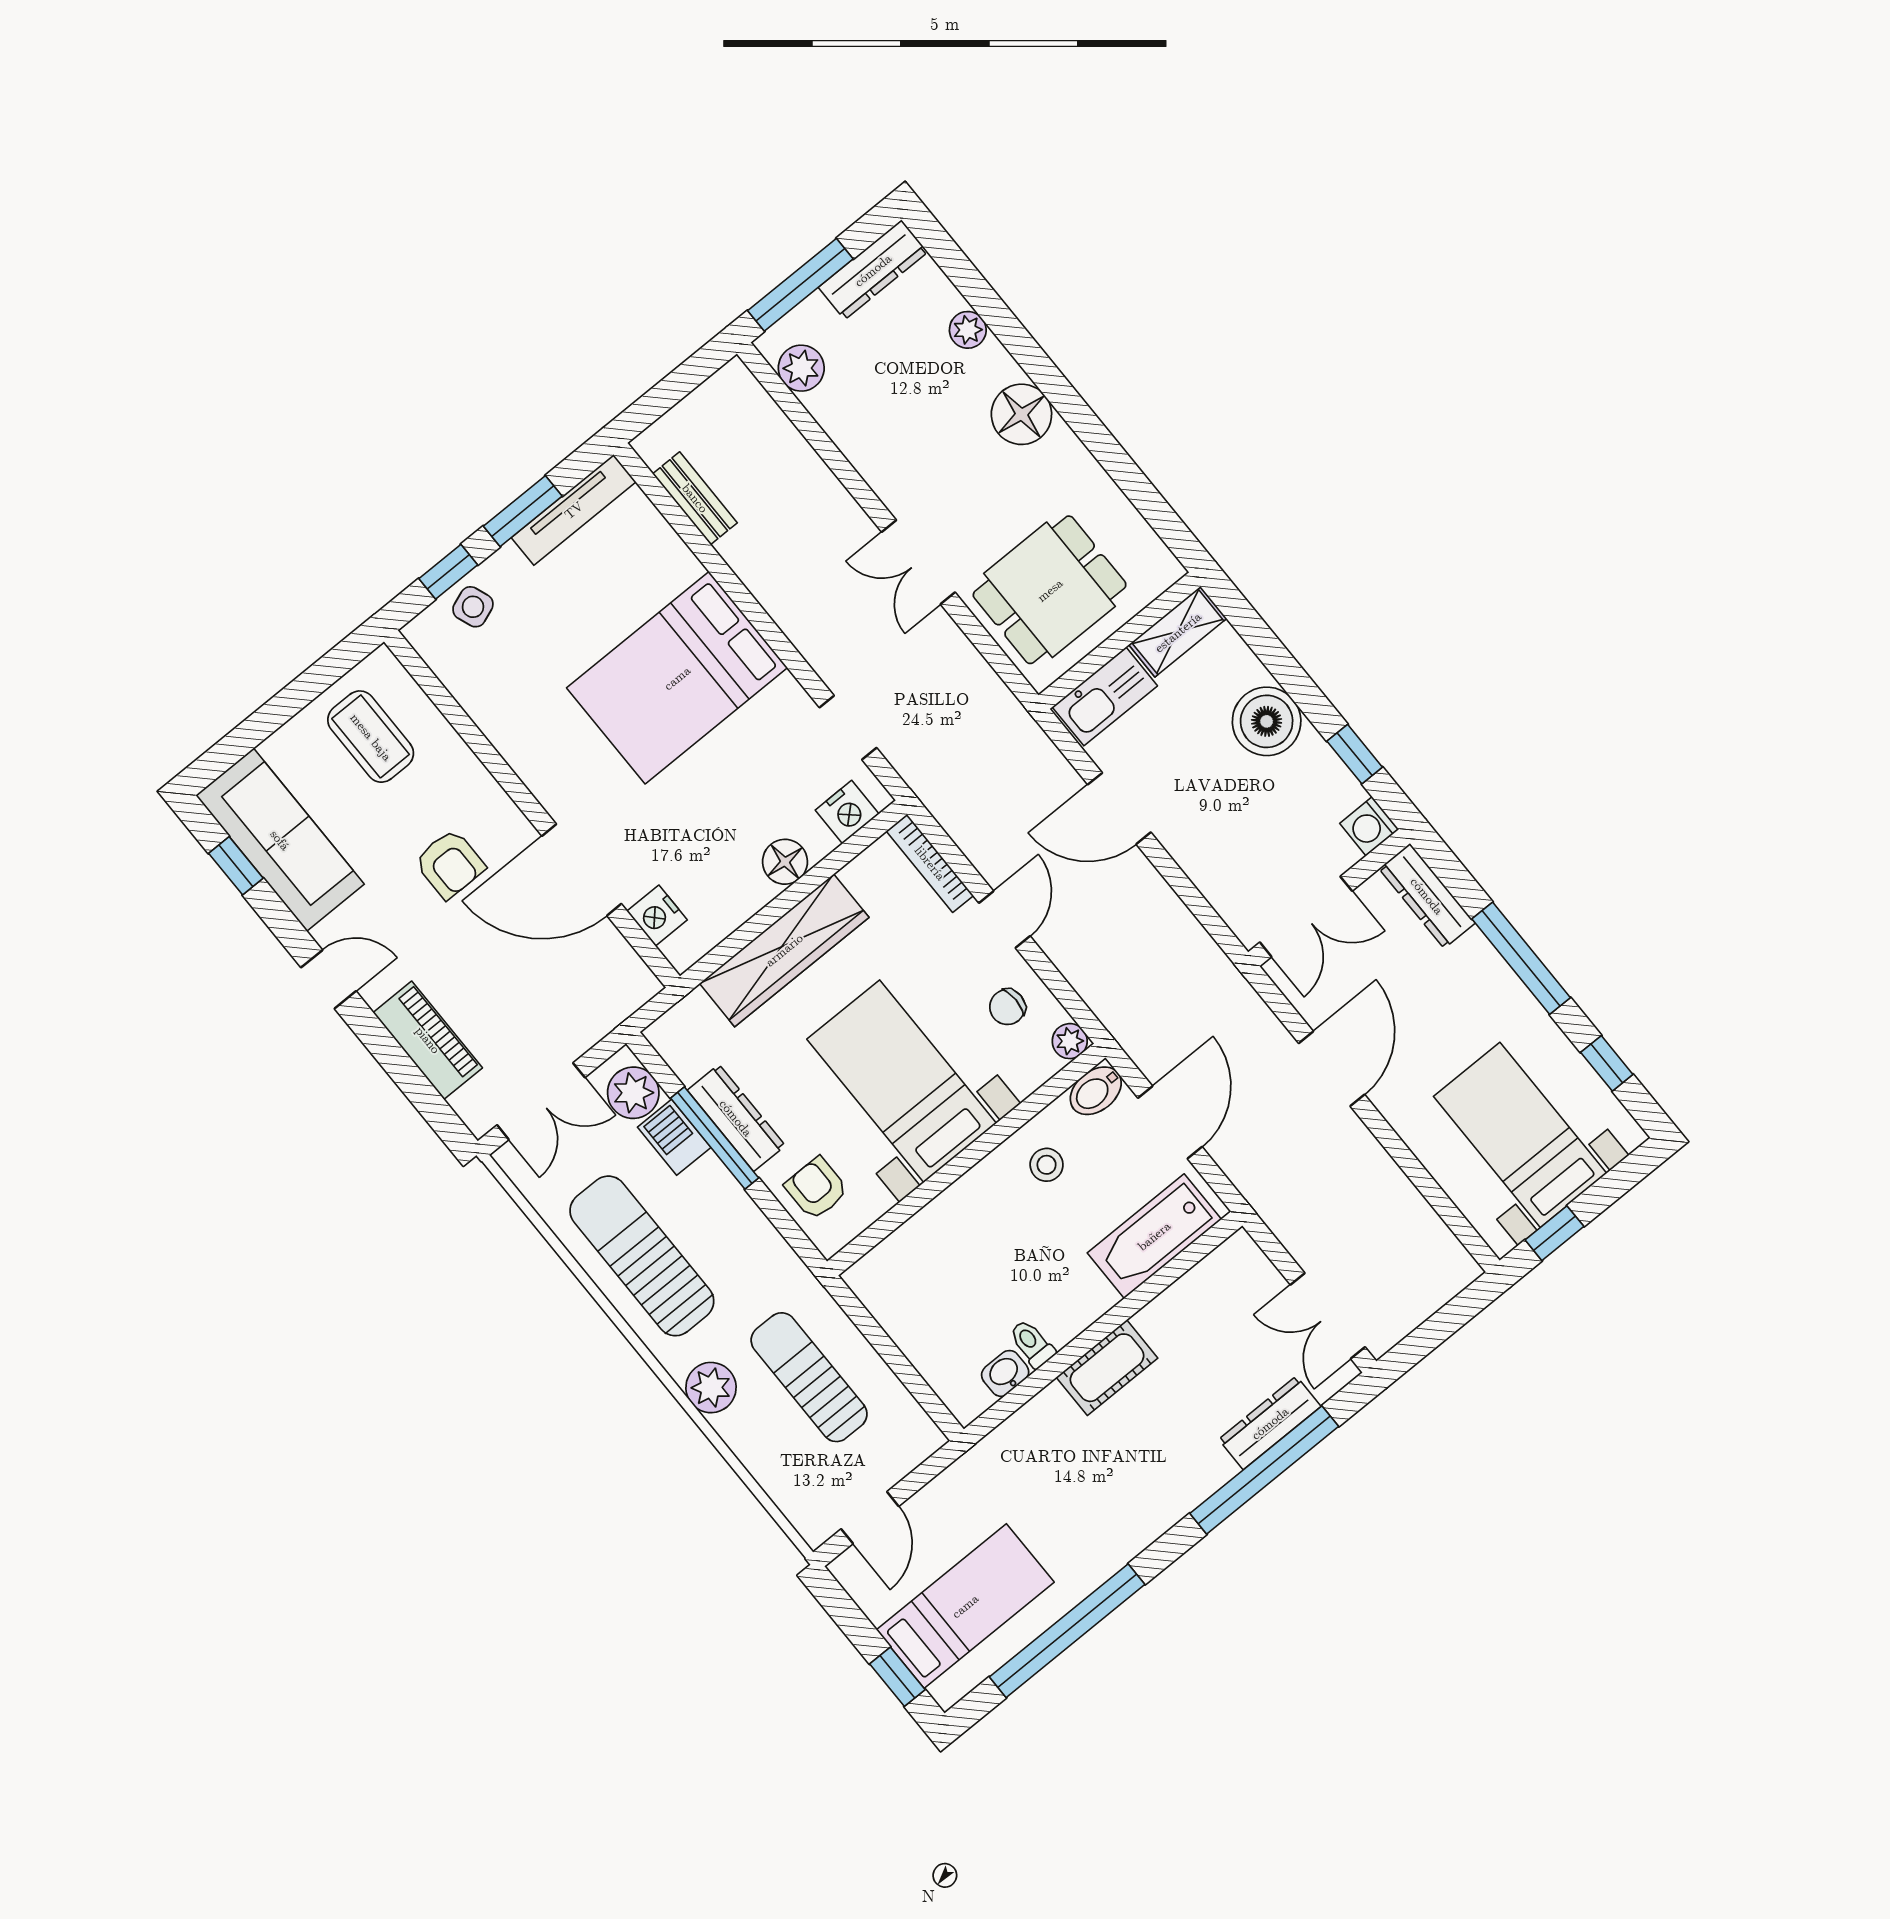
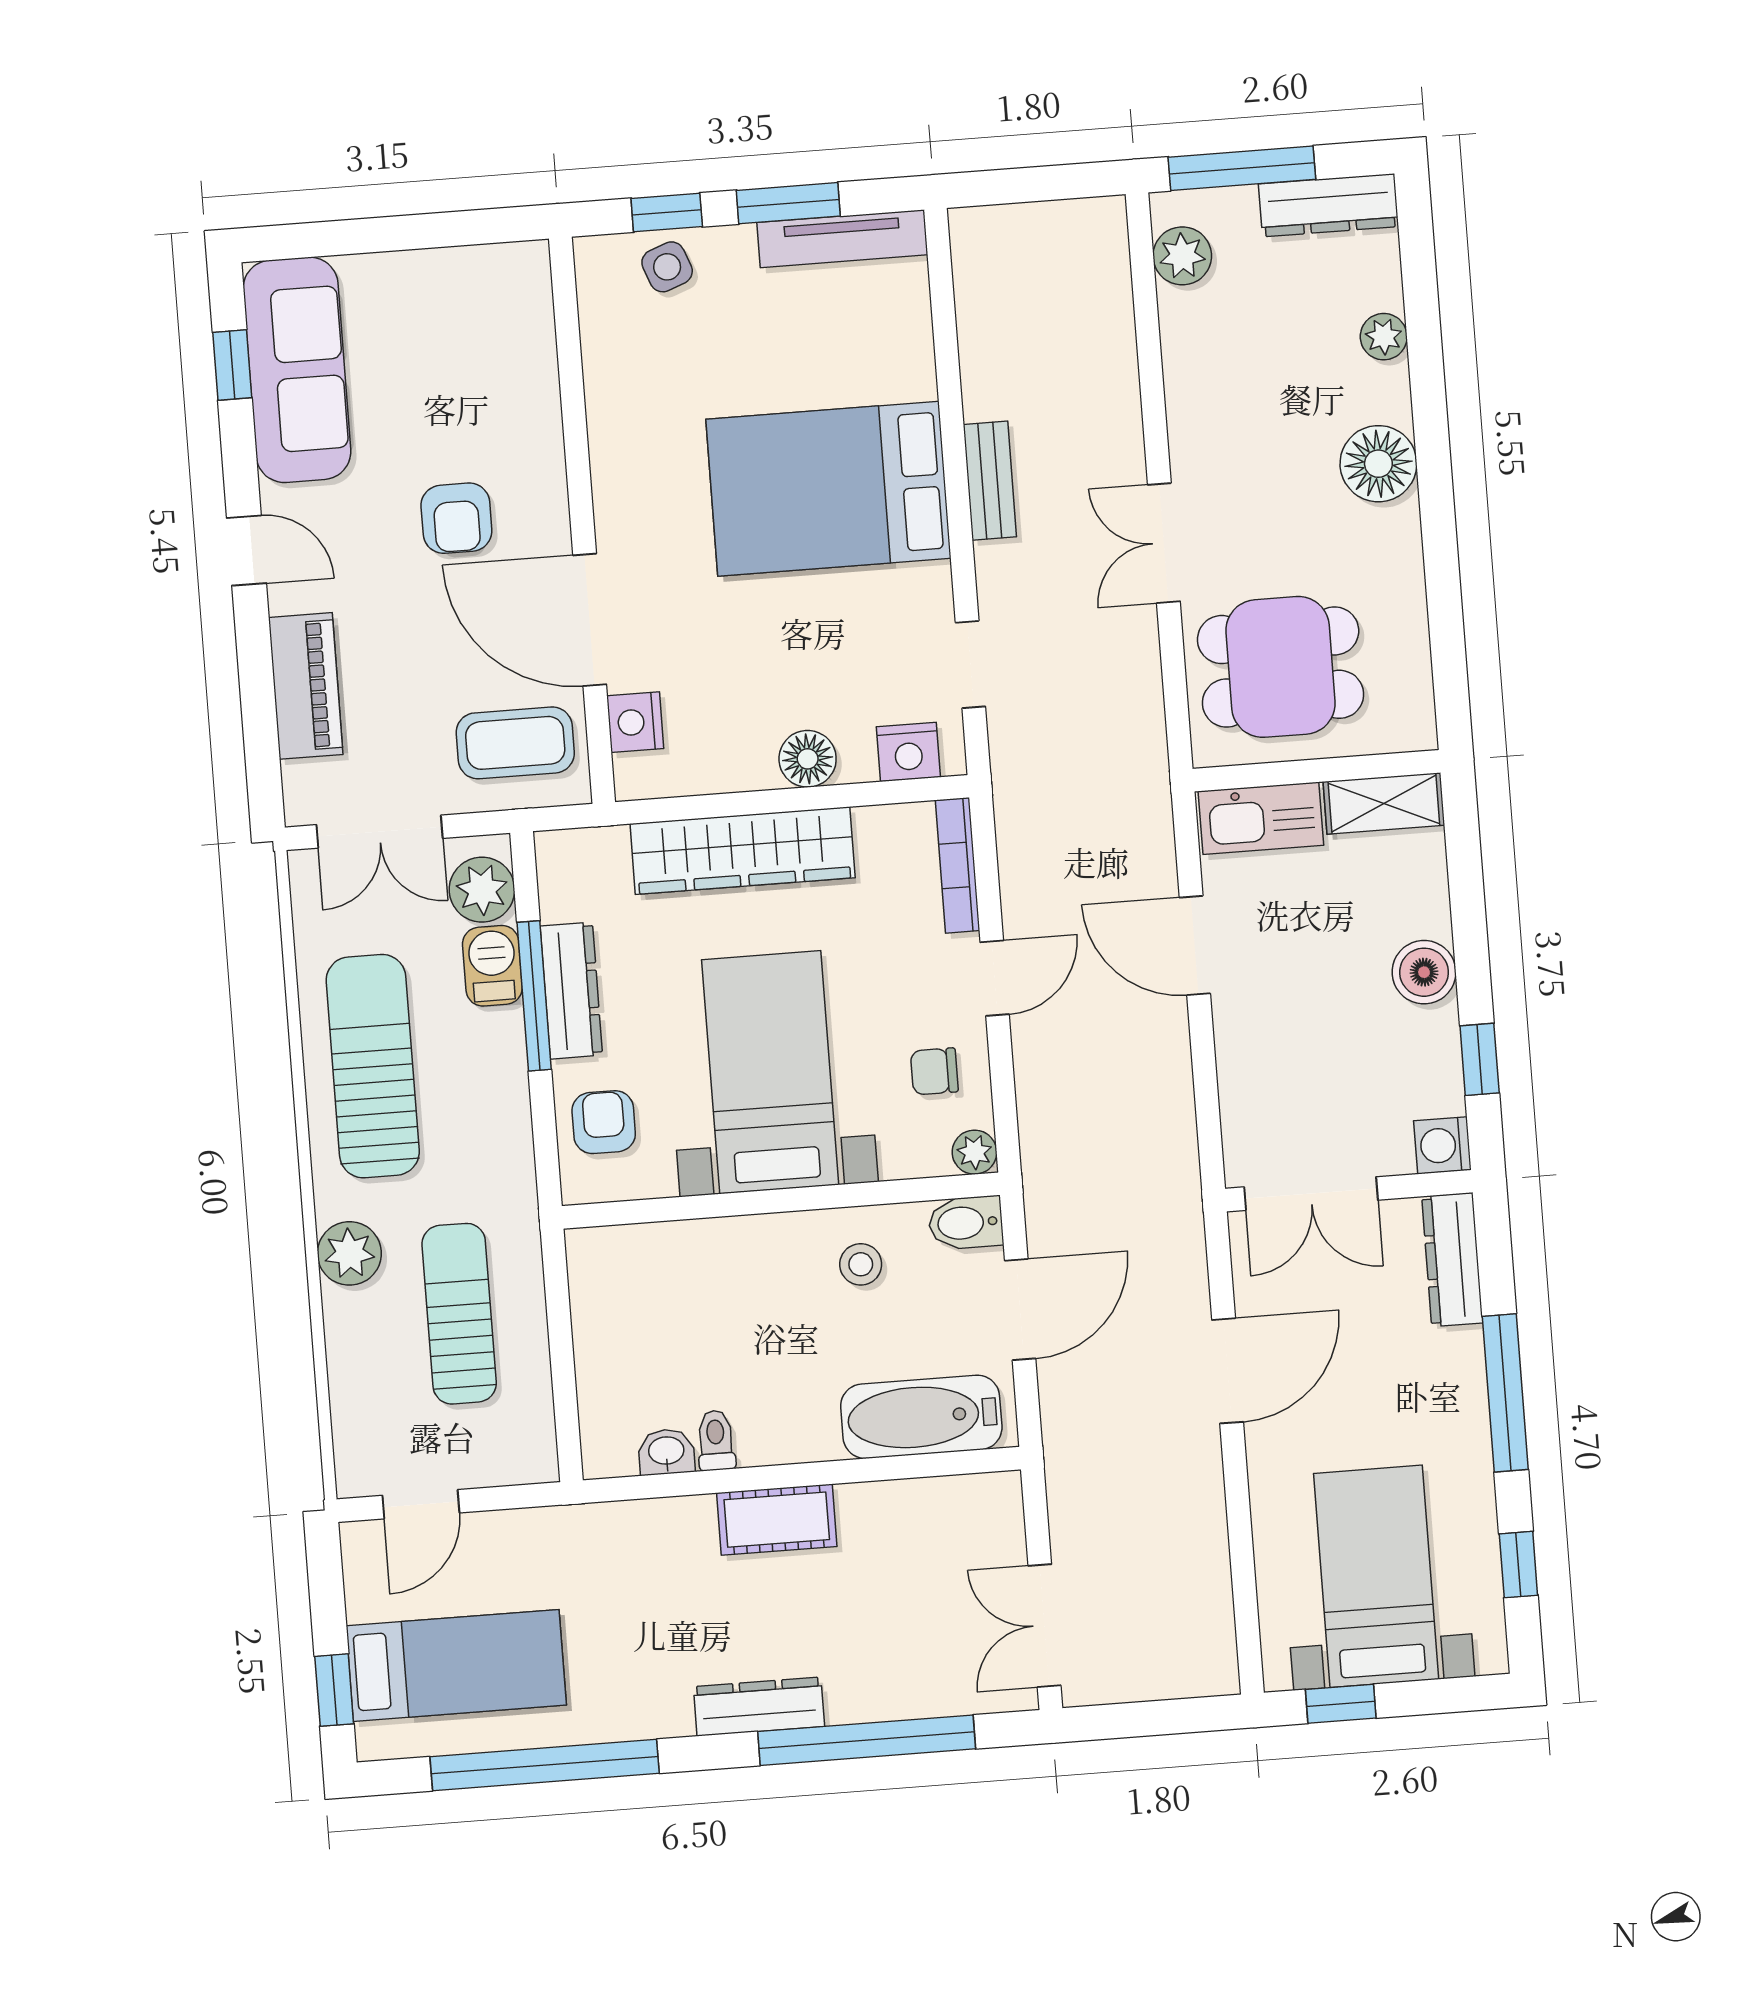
bench: (695, 498) -> (990, 481), moved
boiler: (1267, 721) -> (1424, 972), width x0.73, depth x0.73
coffee table: (371, 737) -> (515, 743), moved, turned 90
dresser: (1270, 1423) -> (759, 1707), moved

